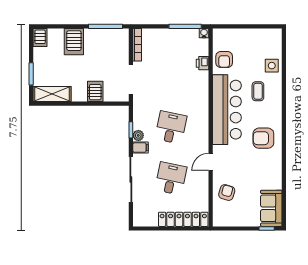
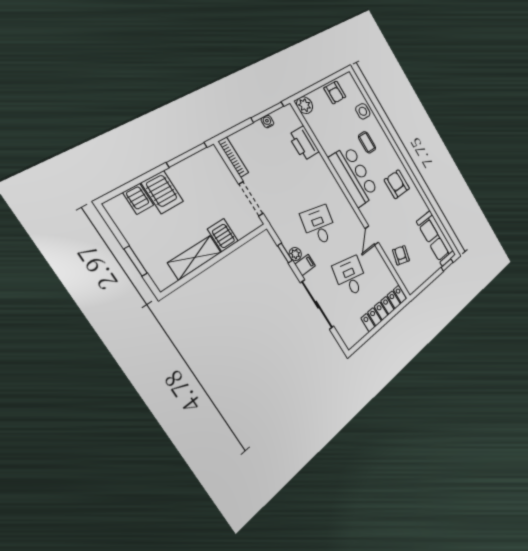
water cooler: (204, 33) -> (267, 122), moved
plant: (220, 36) -> (305, 105), added
server rack: (40, 38) -> (138, 199), moved
armchair: (224, 60) -> (335, 92), moved
printer: (202, 63) -> (304, 143), width x1.87, depth x1.48
shelving: (52, 94) -> (195, 258), moved
bar counter: (227, 110) -> (354, 176), width x0.73
armchair: (263, 138) -> (397, 184), turned 90
sofa: (271, 208) -> (436, 238), width x1.36

